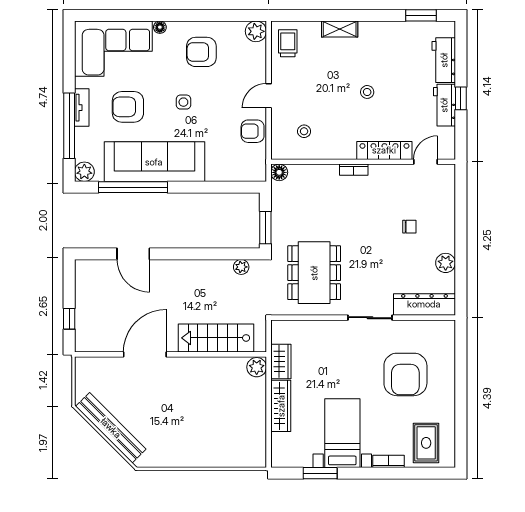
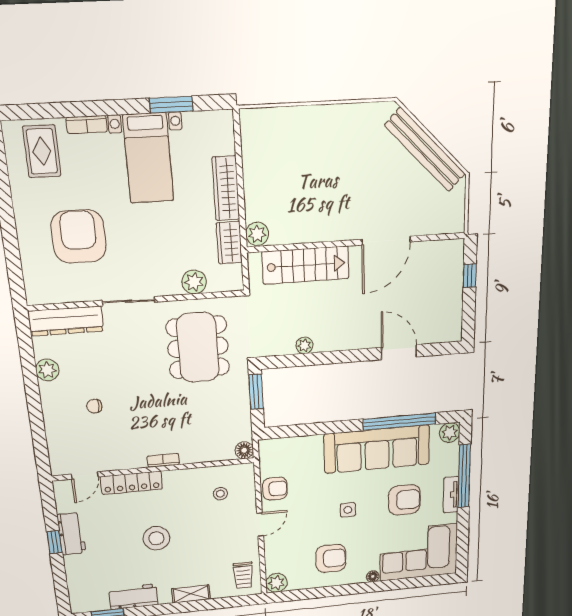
workbench: (444, 60) -> (133, 597), moved, turned -90
stool: (367, 92) -> (156, 538), width x1.89, depth x1.89
plant: (241, 267) -> (304, 345), moved
plant: (313, 330) -> (194, 282), added

